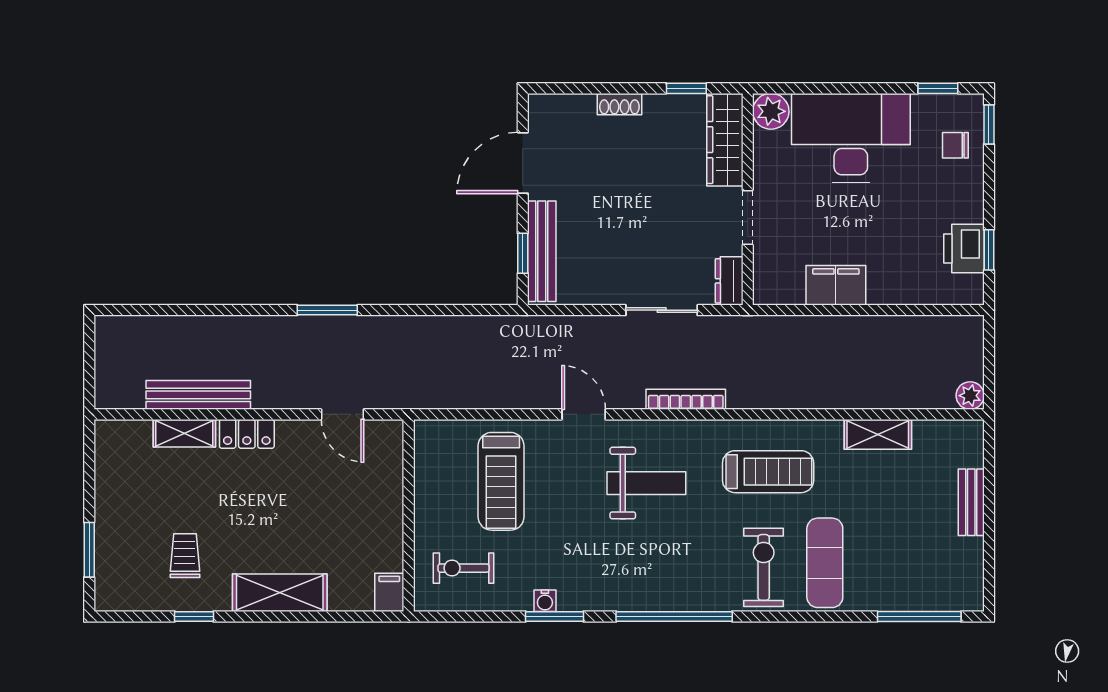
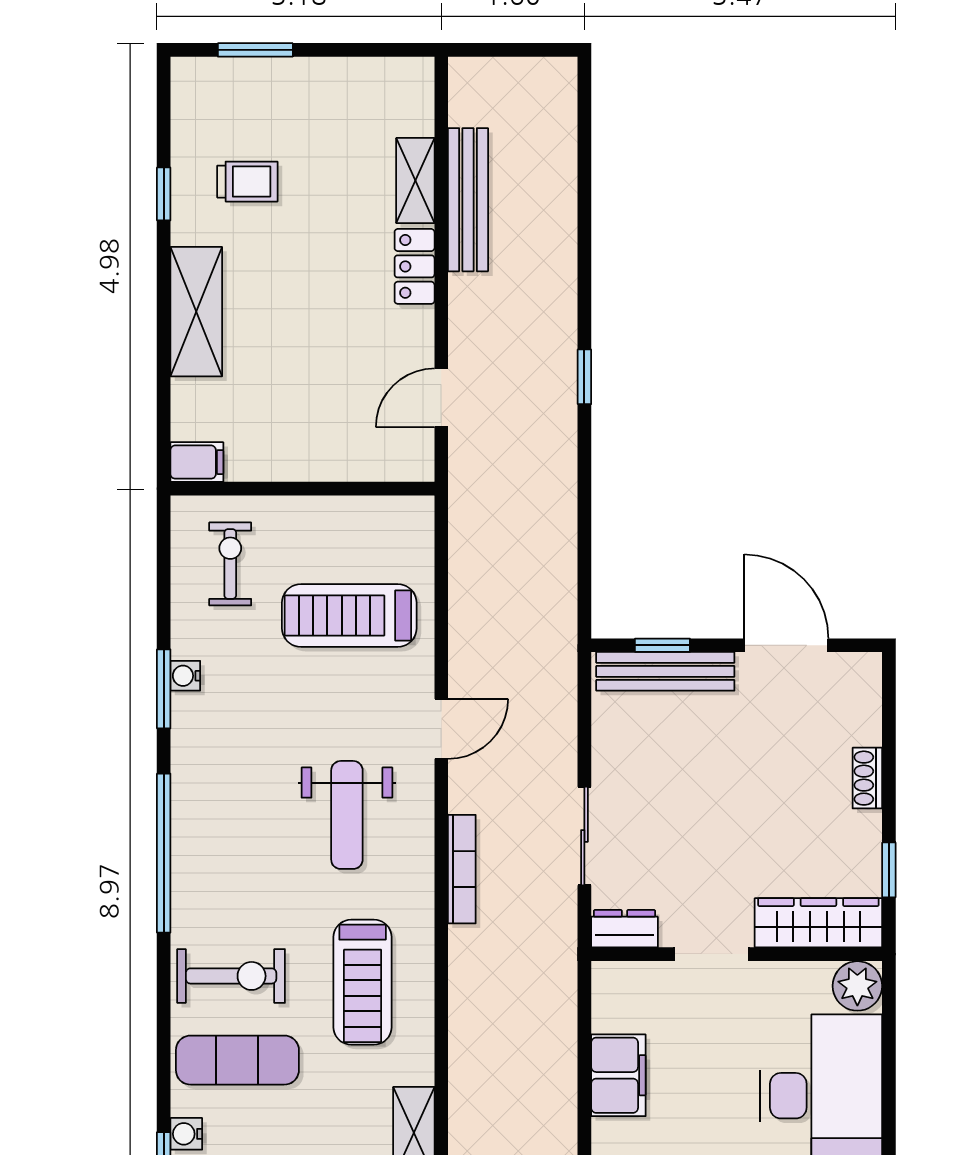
window: (327, 310) -> (584, 377), width x0.67
water cooler: (879, 600) -> (186, 1134), added

